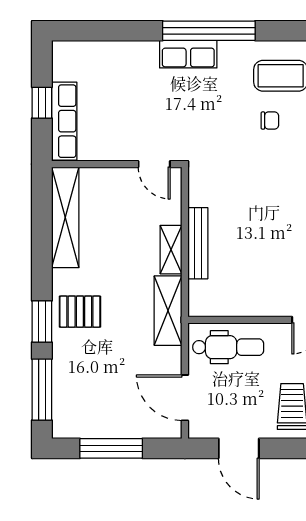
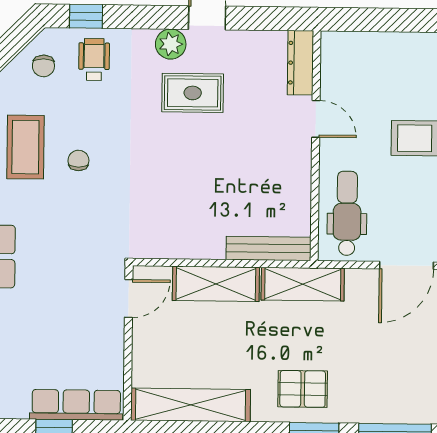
bench: (198, 243) -> (269, 248), moved
shelving: (171, 250) -> (216, 284), width x1.50, depth x1.33
pallet: (80, 312) -> (303, 389), turned 90

